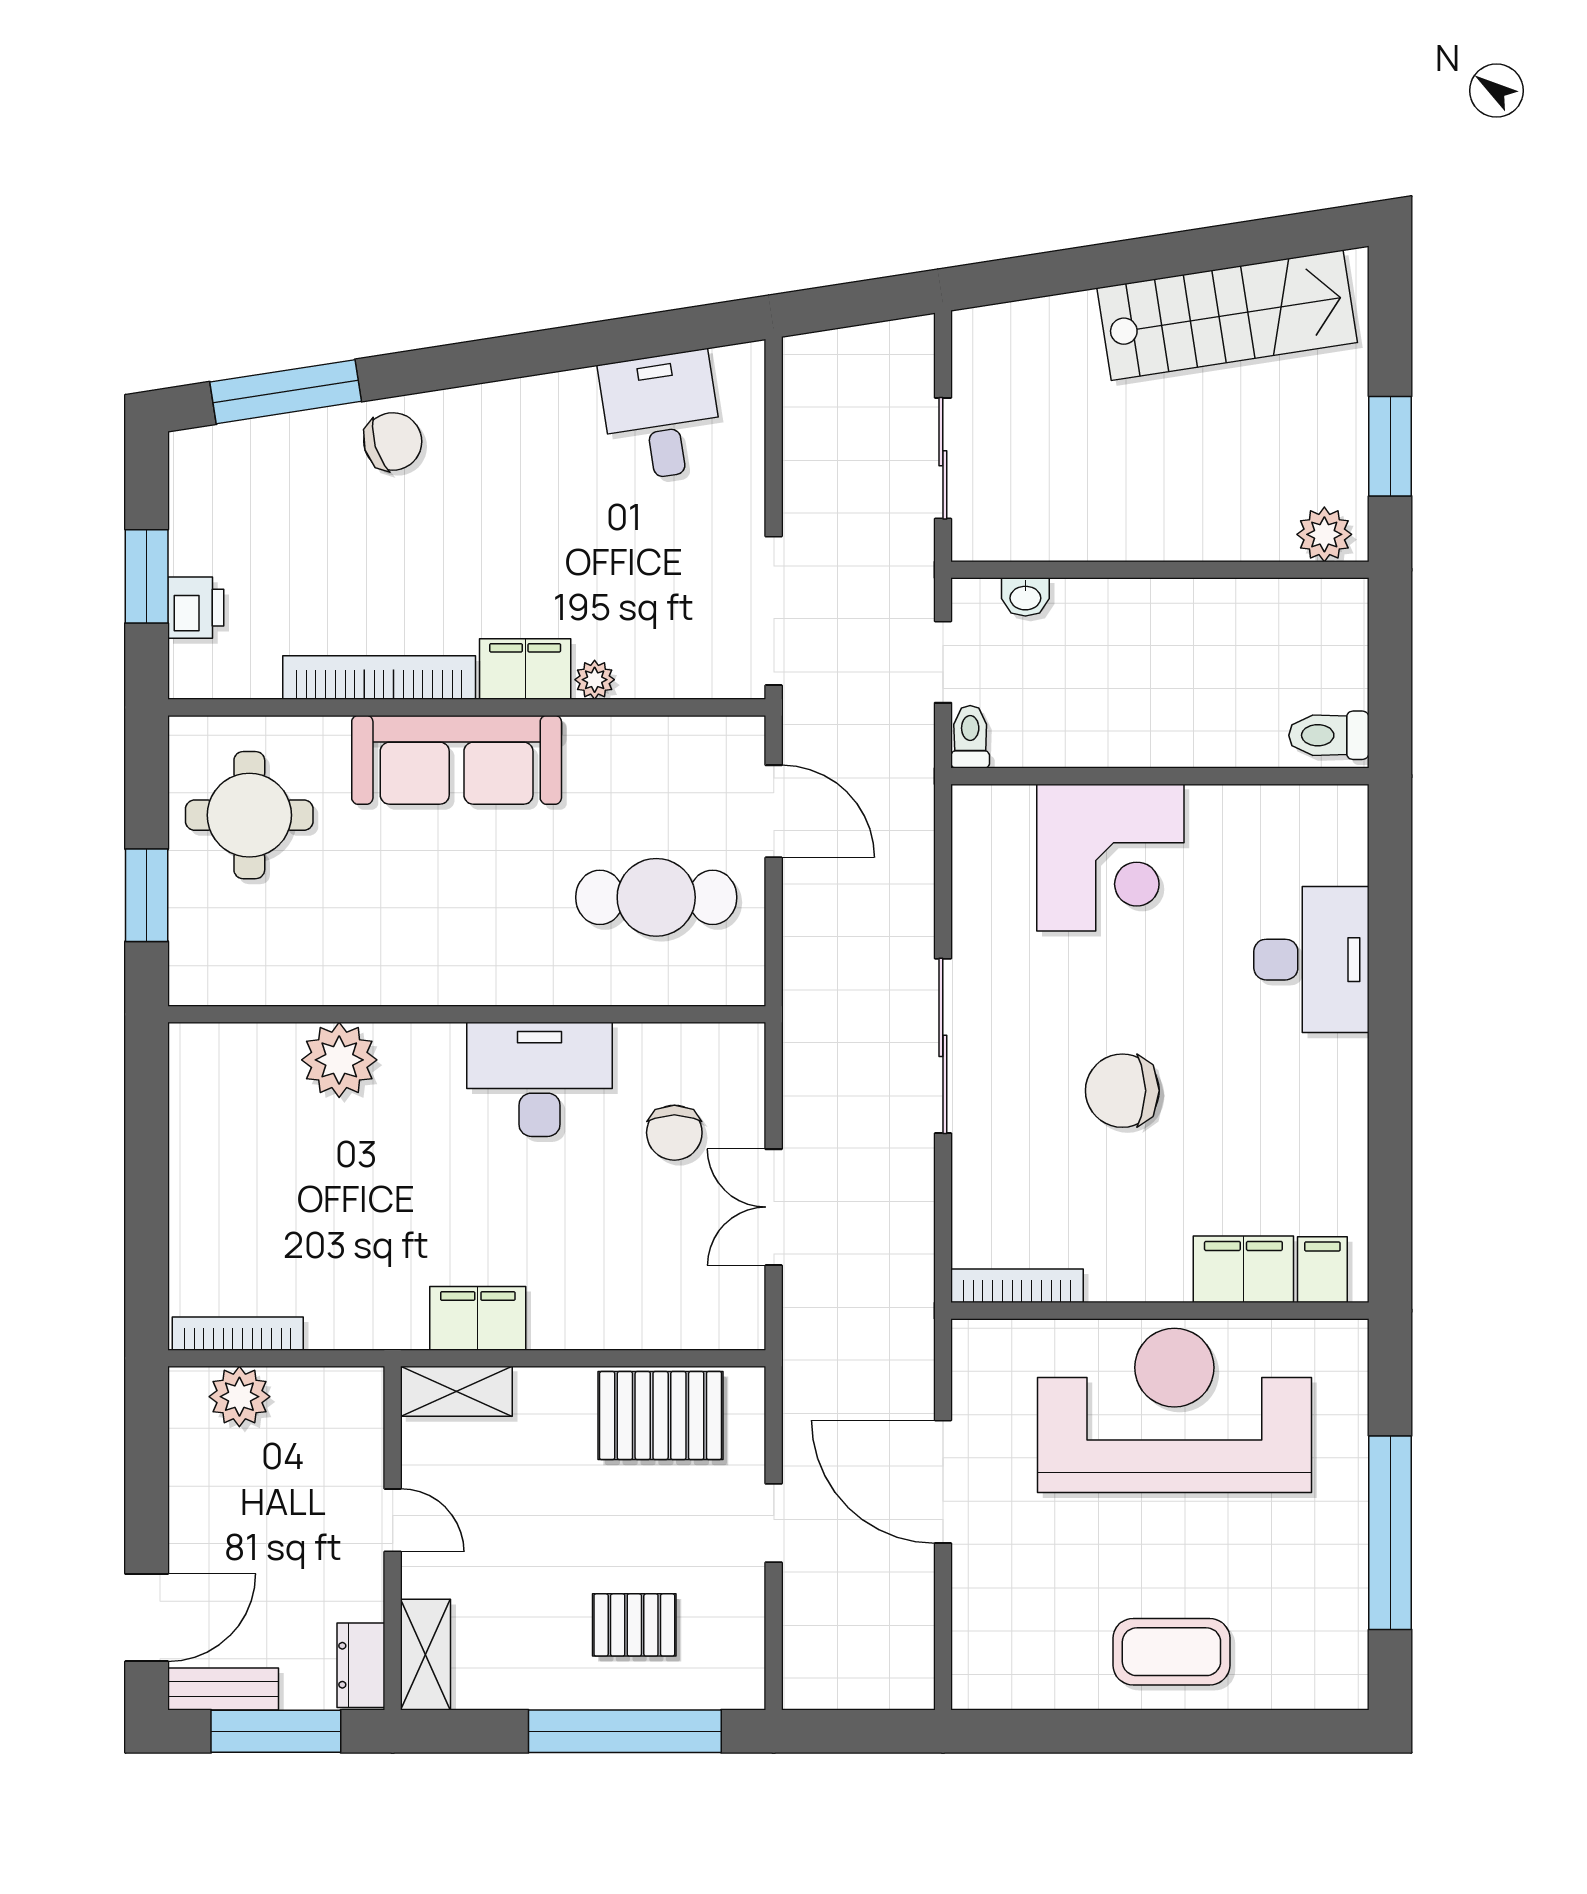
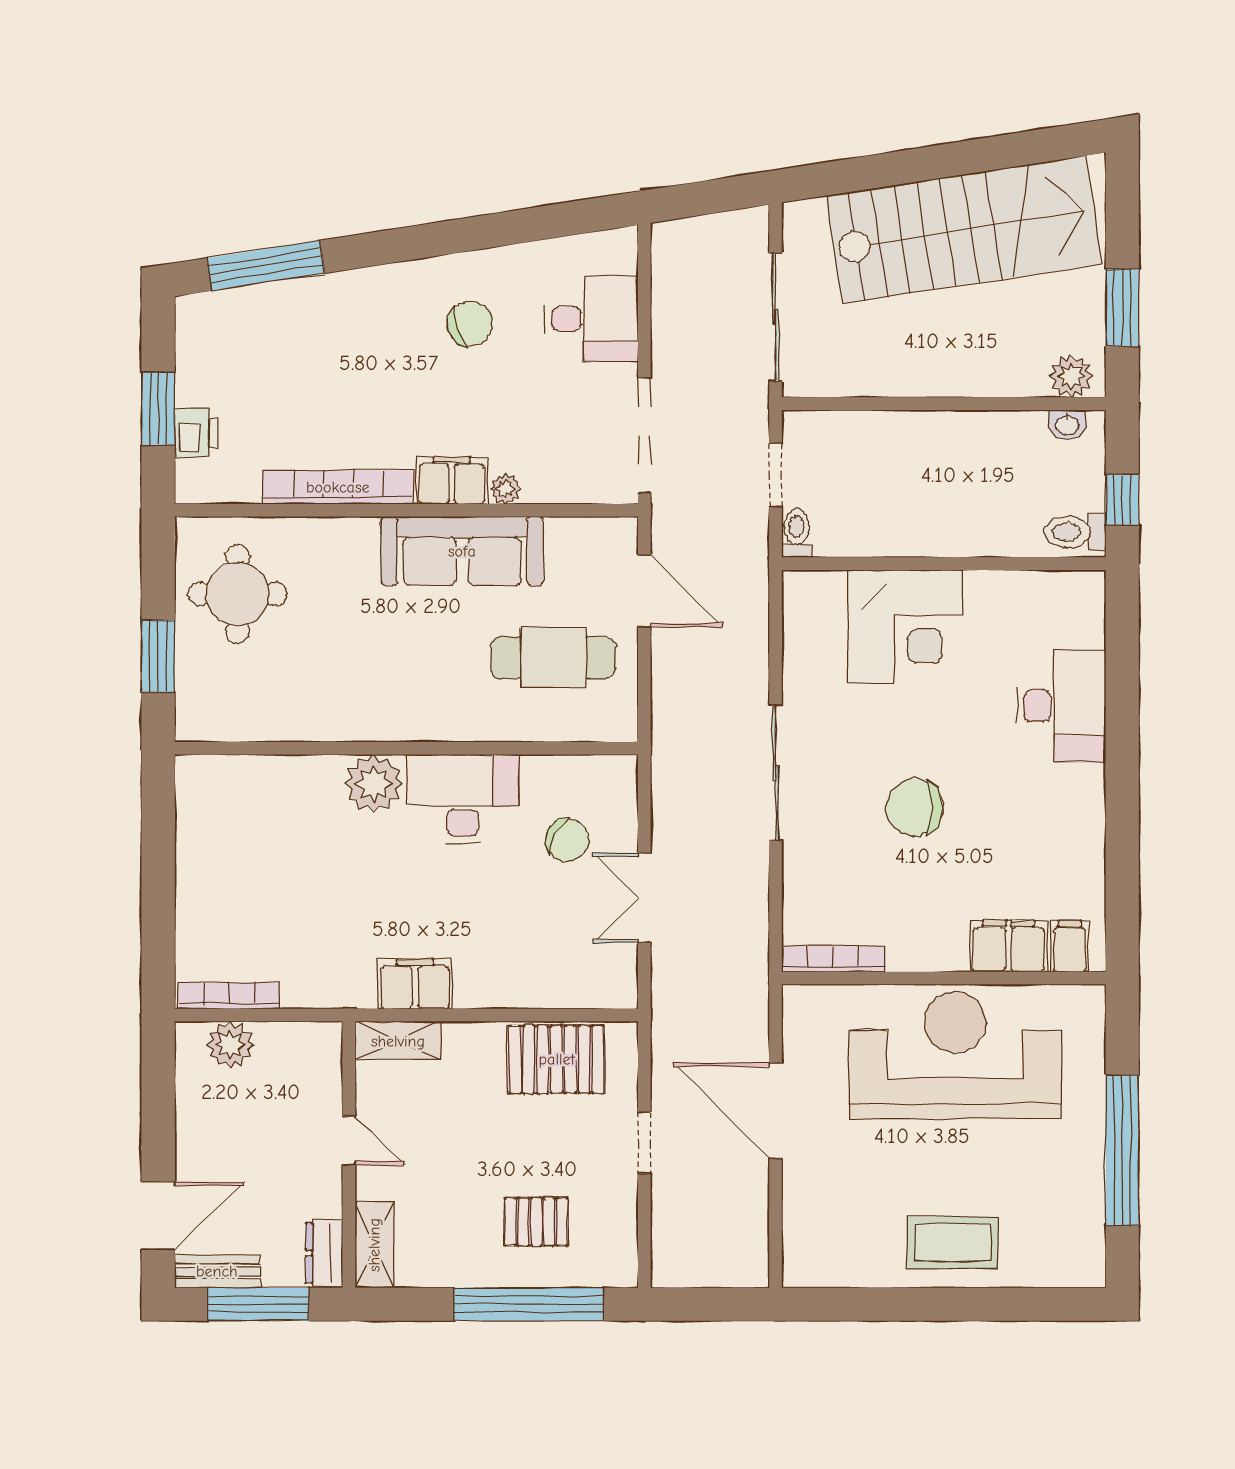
stairs: (1227, 315) -> (964, 230), width x1.36, depth x1.51
desk: (661, 416) -> (591, 319), moved, turned 99
chair: (393, 441) -> (470, 324), moved
sliding door: (943, 458) -> (776, 317), width x1.37
washbasin: (1025, 597) -> (1067, 425), moved
window: (1390, 693) -> (1122, 499), added
sofa: (457, 760) -> (462, 551), moved
plant: (339, 1060) -> (374, 784), moved
chair: (674, 1133) -> (567, 840), turned -61

